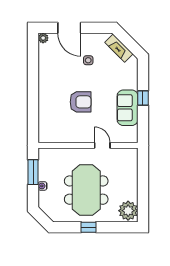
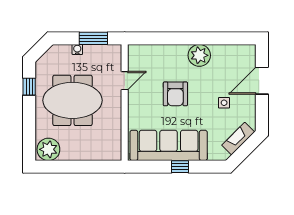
plant: (43, 38) -> (199, 55), moved, width x1.88, depth x1.88
sofa: (128, 108) -> (169, 145), width x1.85, depth x1.27
door: (102, 145) -> (125, 81), moved
window: (88, 227) -> (29, 87), moved

